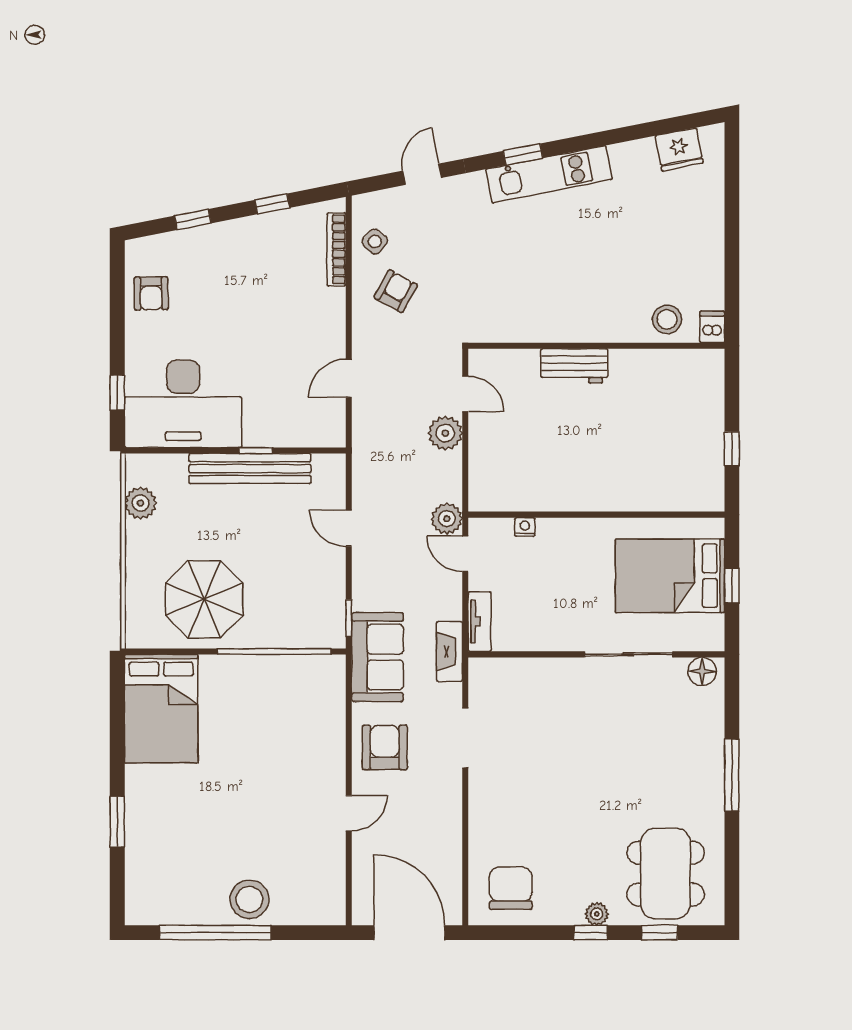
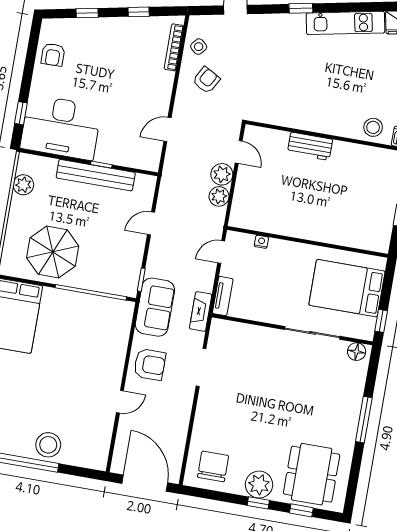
kitchen unit: (549, 174) -> (345, 23), moved
plant: (447, 519) -> (219, 196), moved
door: (349, 528) -> (151, 223), hinge flipped
door: (465, 554) -> (221, 252), hinge flipped
window: (732, 585) -> (381, 321), moved
armchair: (385, 747) -> (150, 364), turned 90
plant: (597, 914) -> (259, 485), width x1.87, depth x1.87

